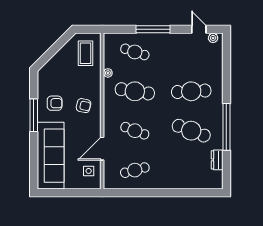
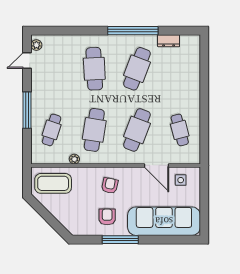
coffee table: (86, 53) -> (53, 183), width x1.36, depth x1.32
cafe table: (135, 131) -> (137, 130), width x1.37, depth x1.35

